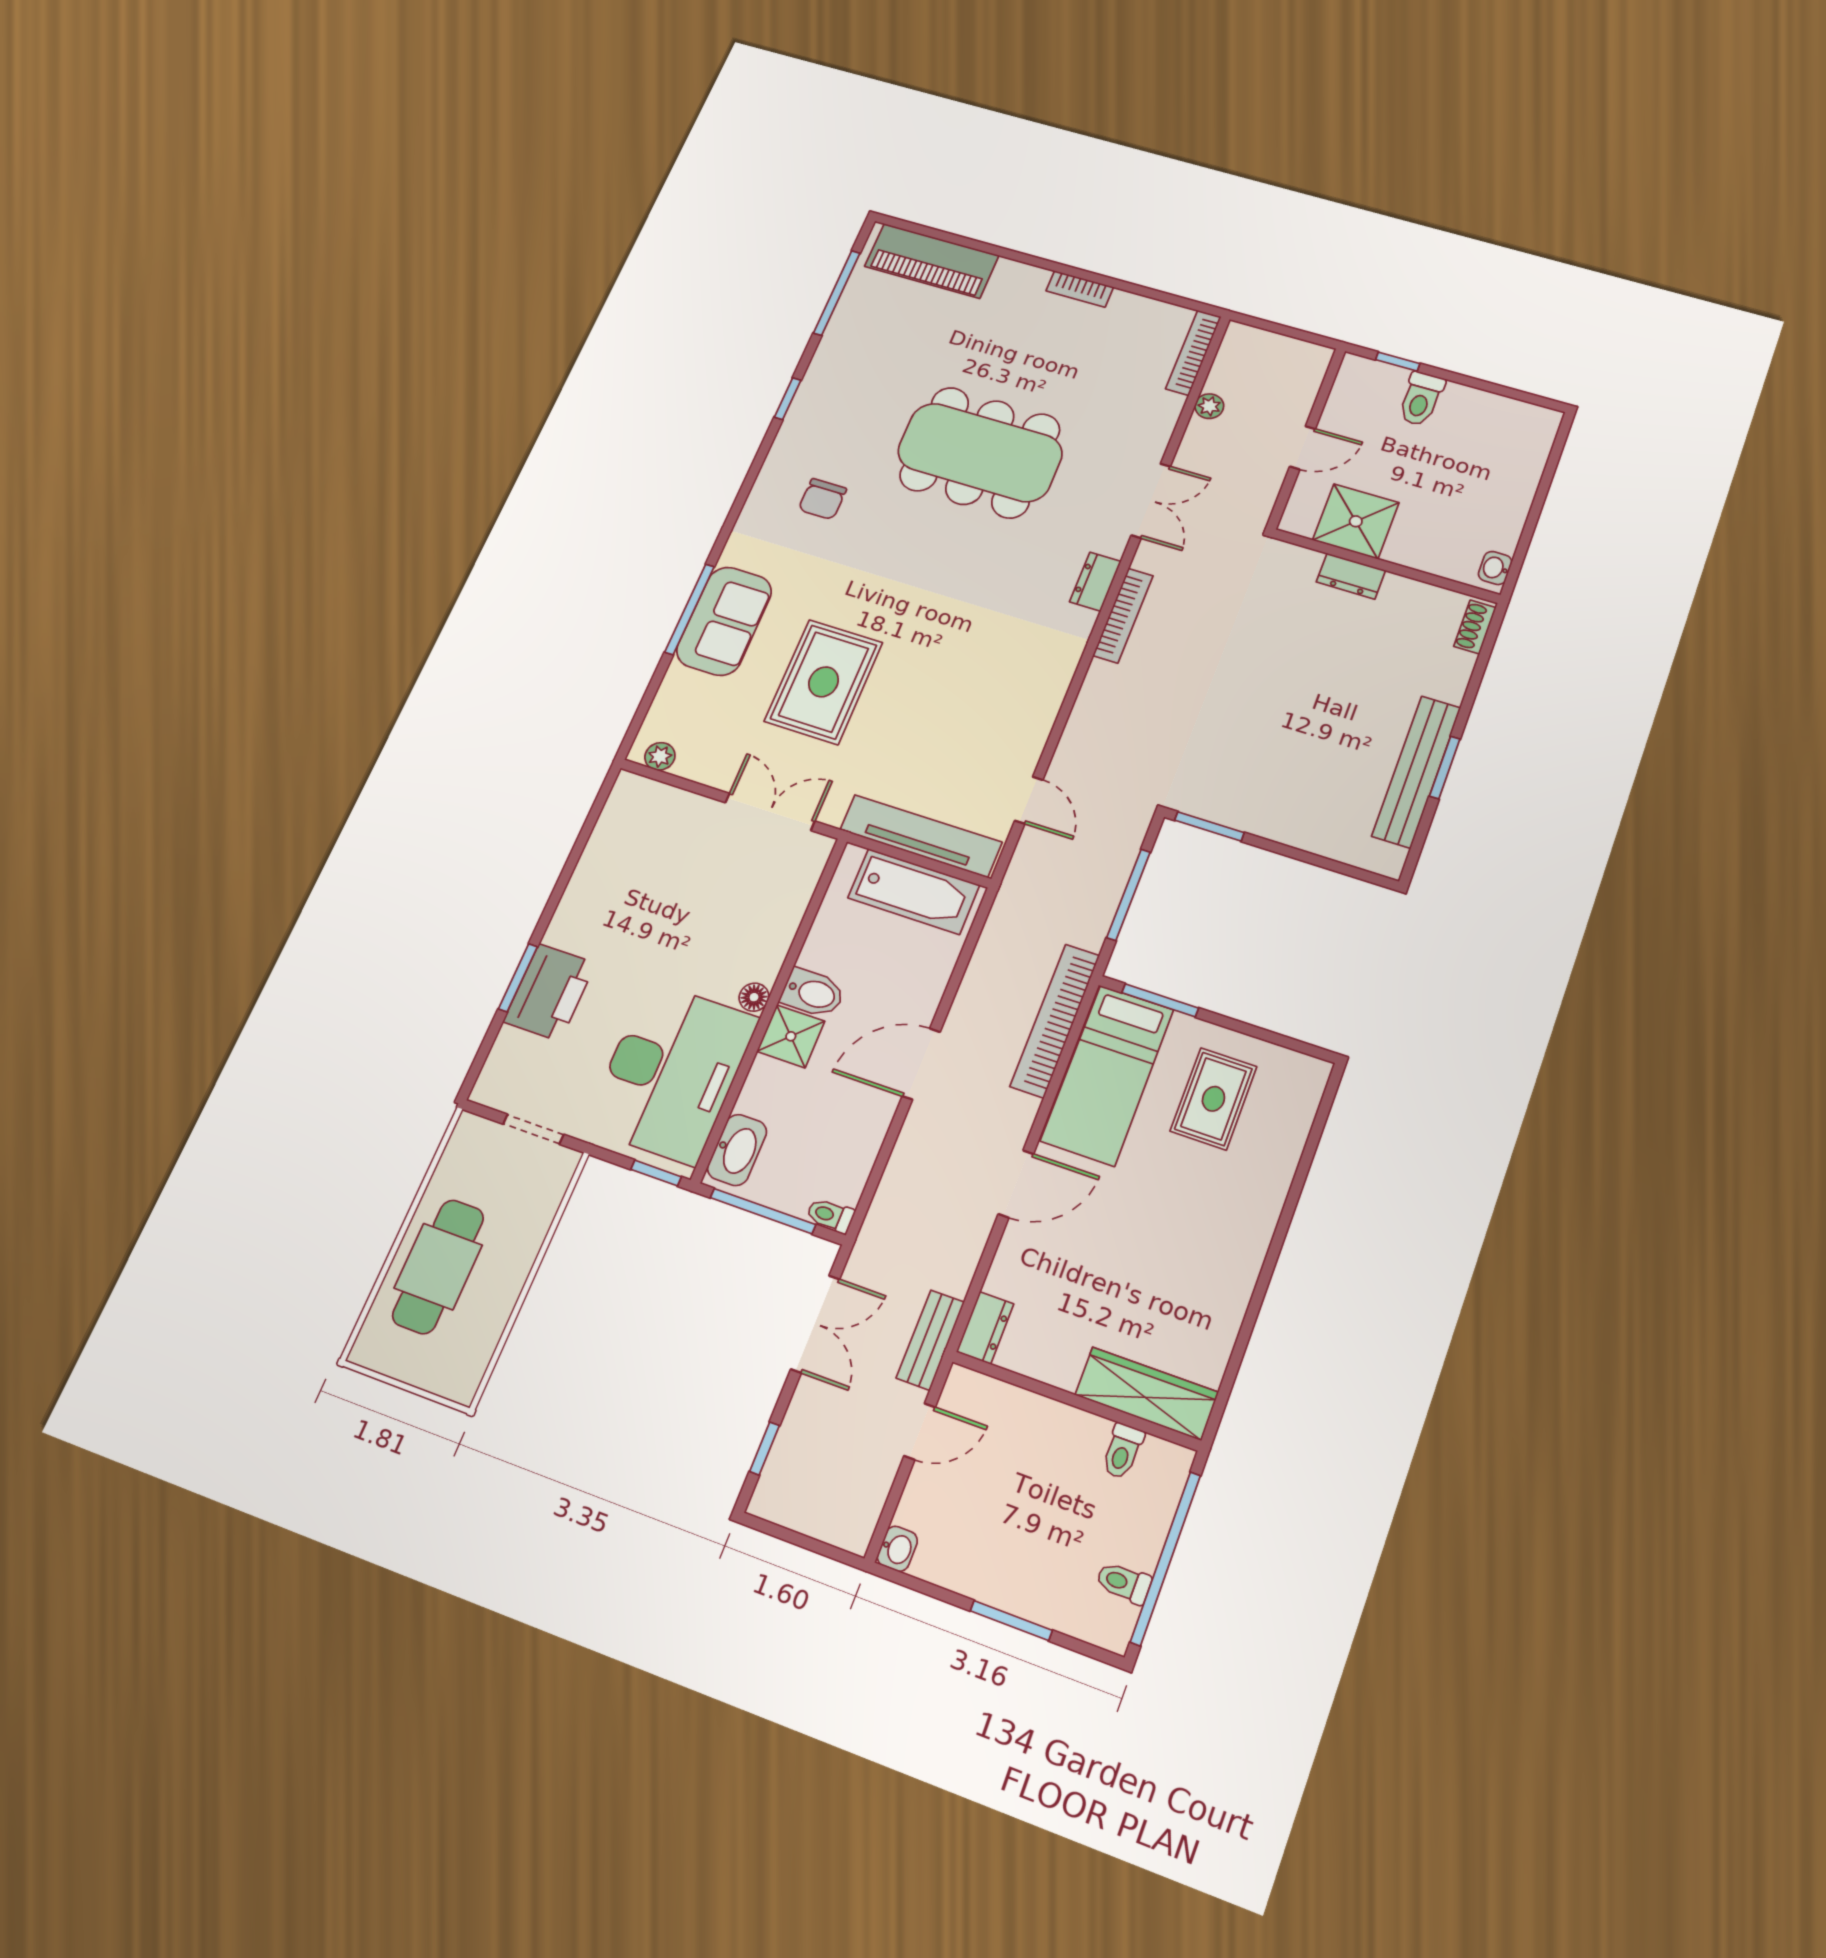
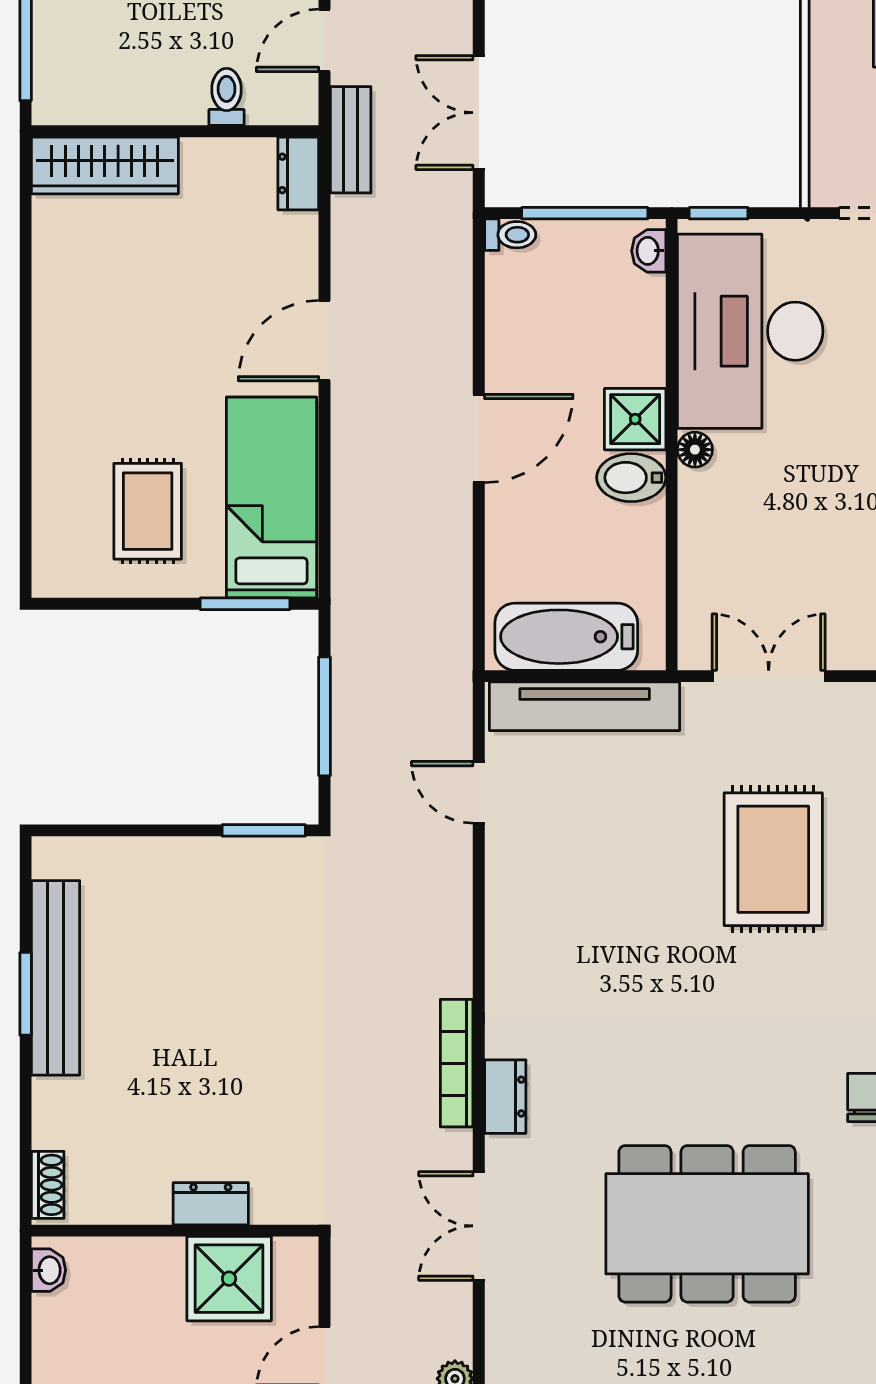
double door: (770, 812) -> (769, 676), swing flipped
bookcase: (1055, 1021) -> (351, 540), removed
washbasin: (737, 1150) -> (649, 251), width x0.52, depth x0.69
toilet: (1123, 1451) -> (227, 97), moved

